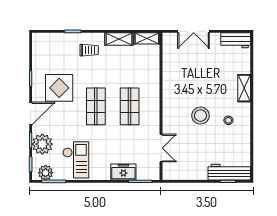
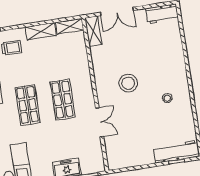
shelving: (244, 88) -> (93, 31), moved
stool: (200, 116) -> (128, 83), moved
double door: (161, 148) -> (99, 122), moved

